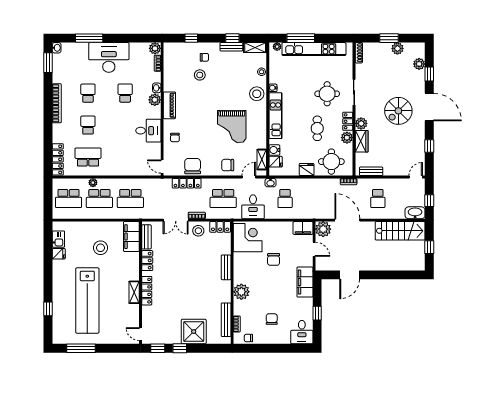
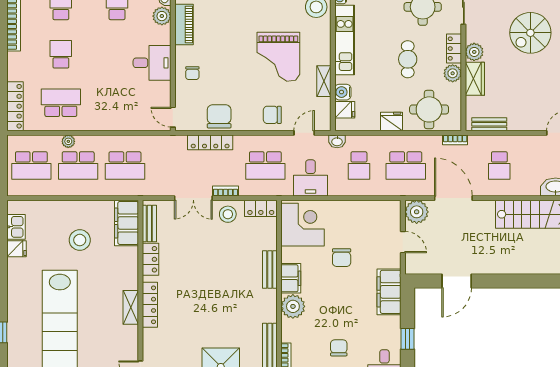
shelving: (262, 160) -> (324, 81), moved
school desk: (316, 199) -> (406, 166), added
filing cabinet: (303, 228) -> (291, 278), moved, turned -90

